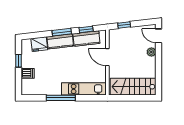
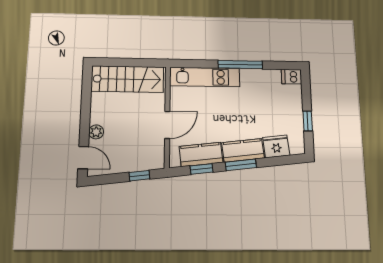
door: (107, 57) -> (167, 125), hinge flipped
dishwasher: (28, 73) -> (292, 77), moved

